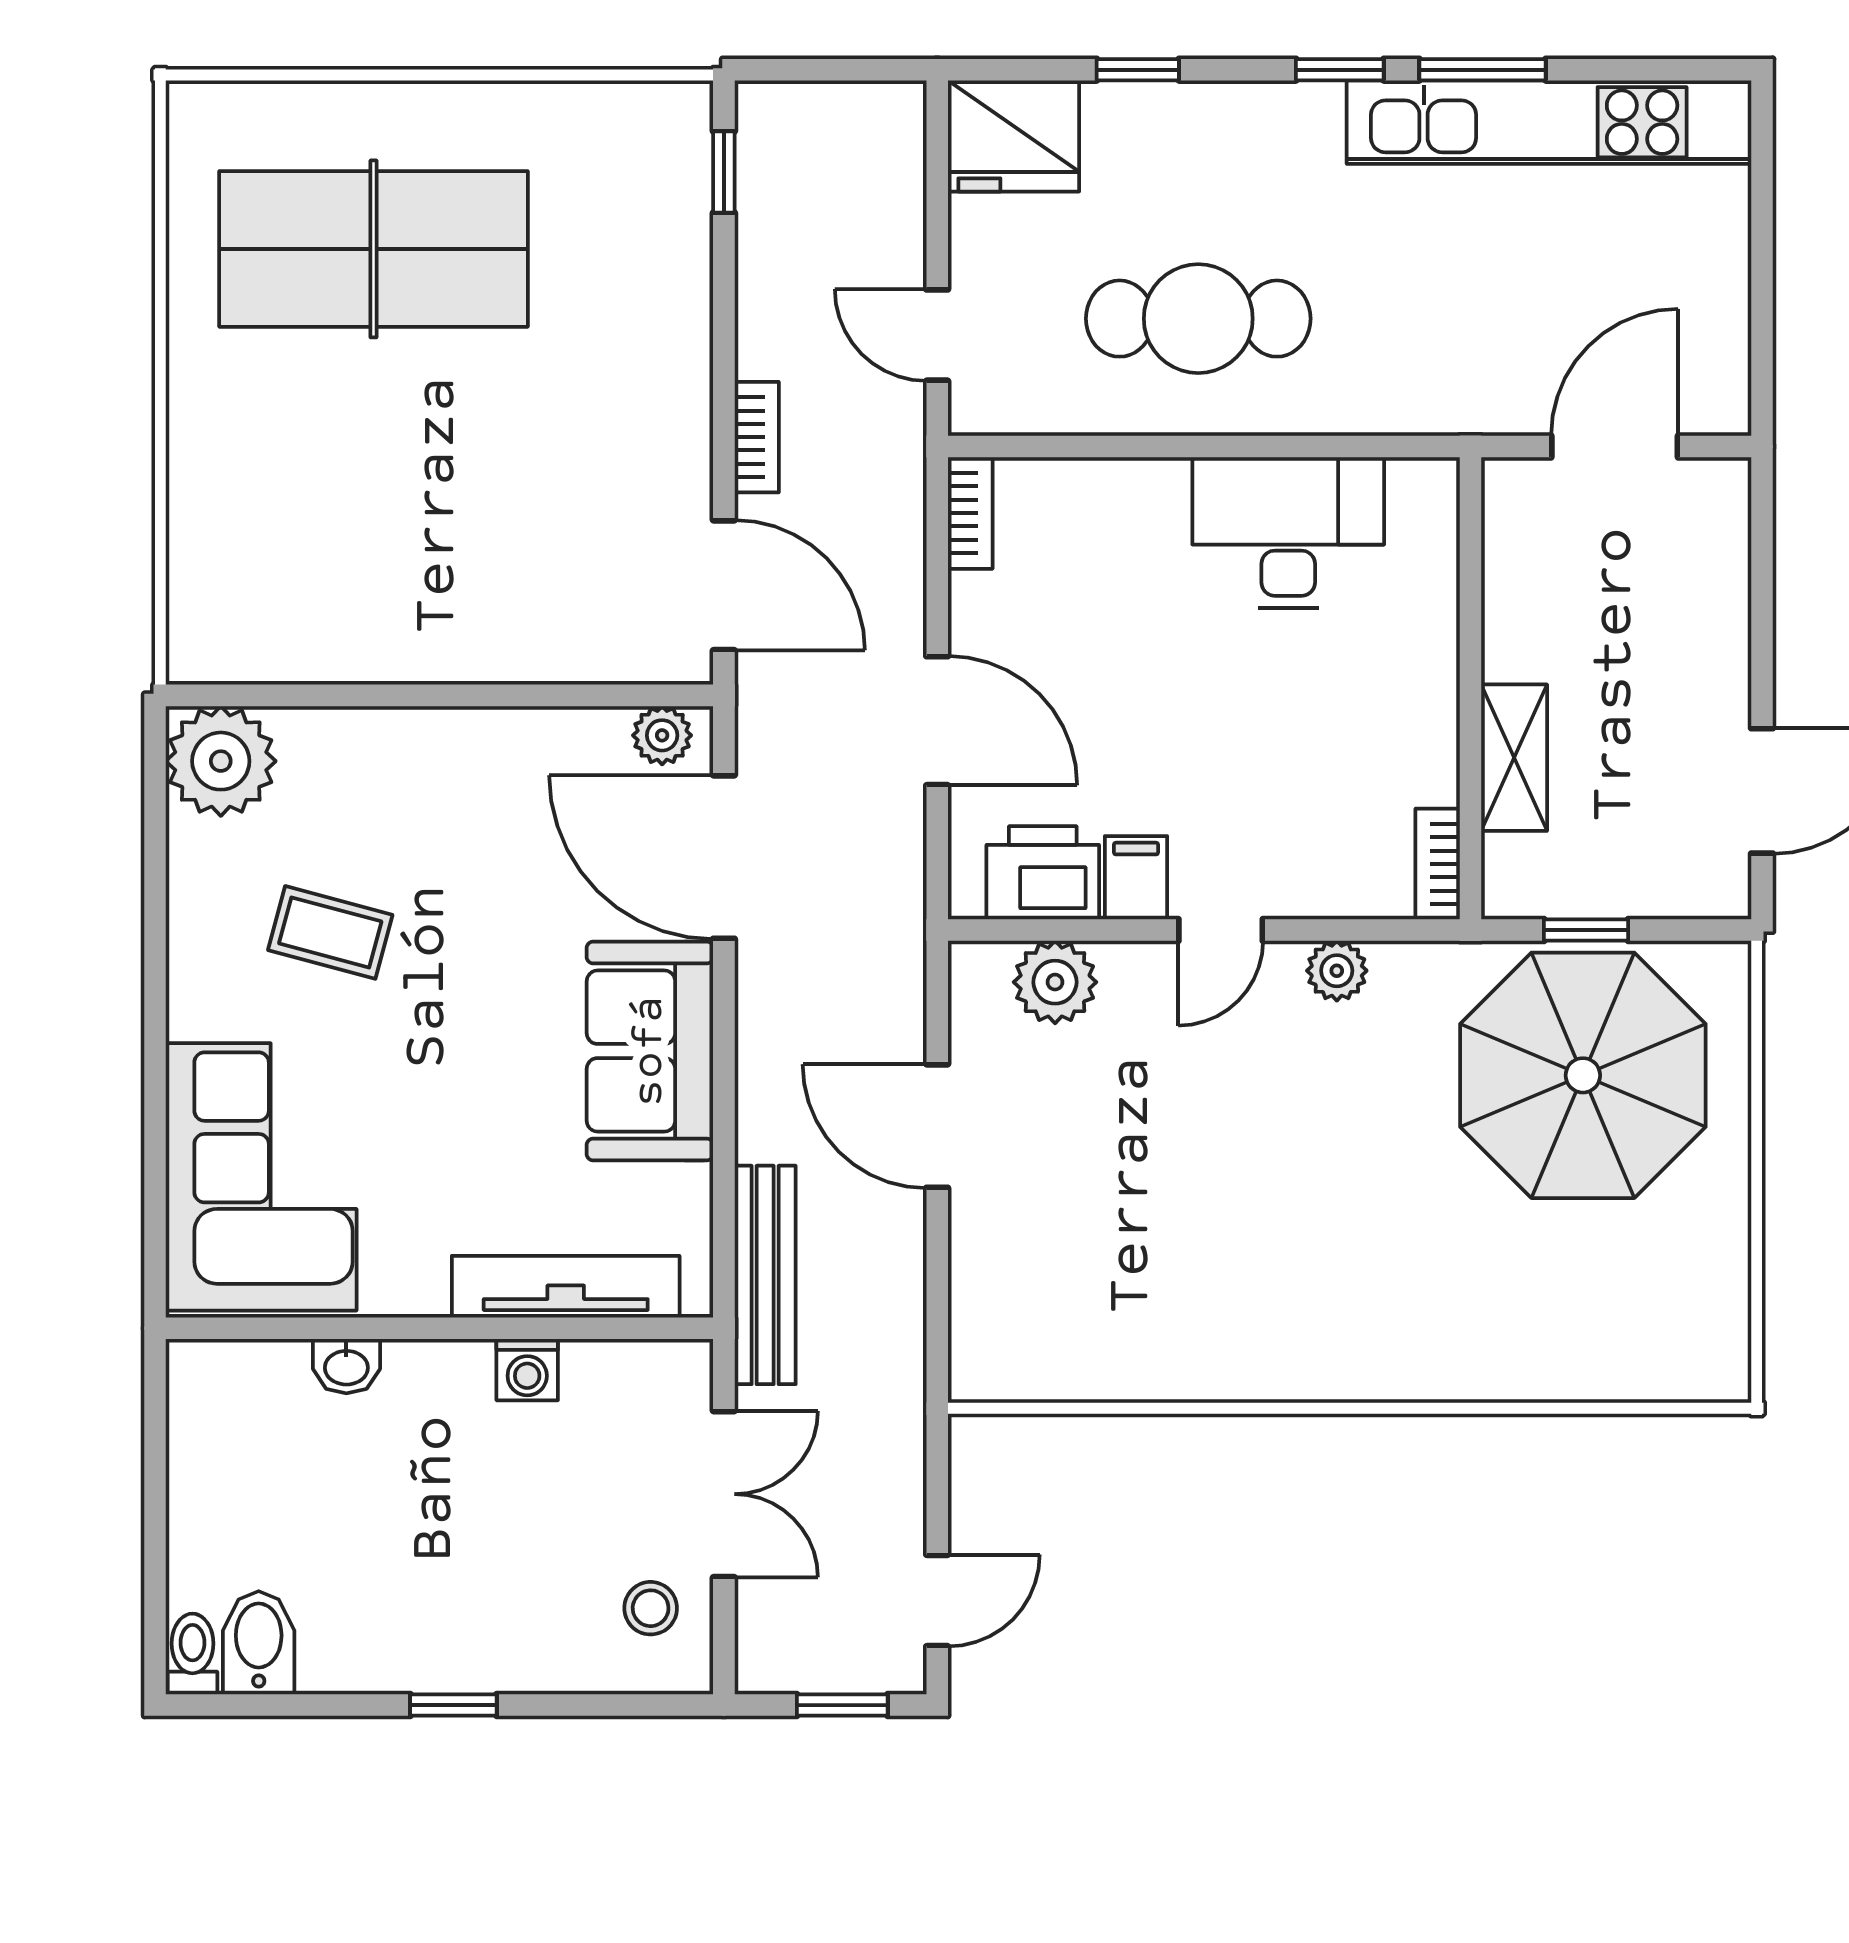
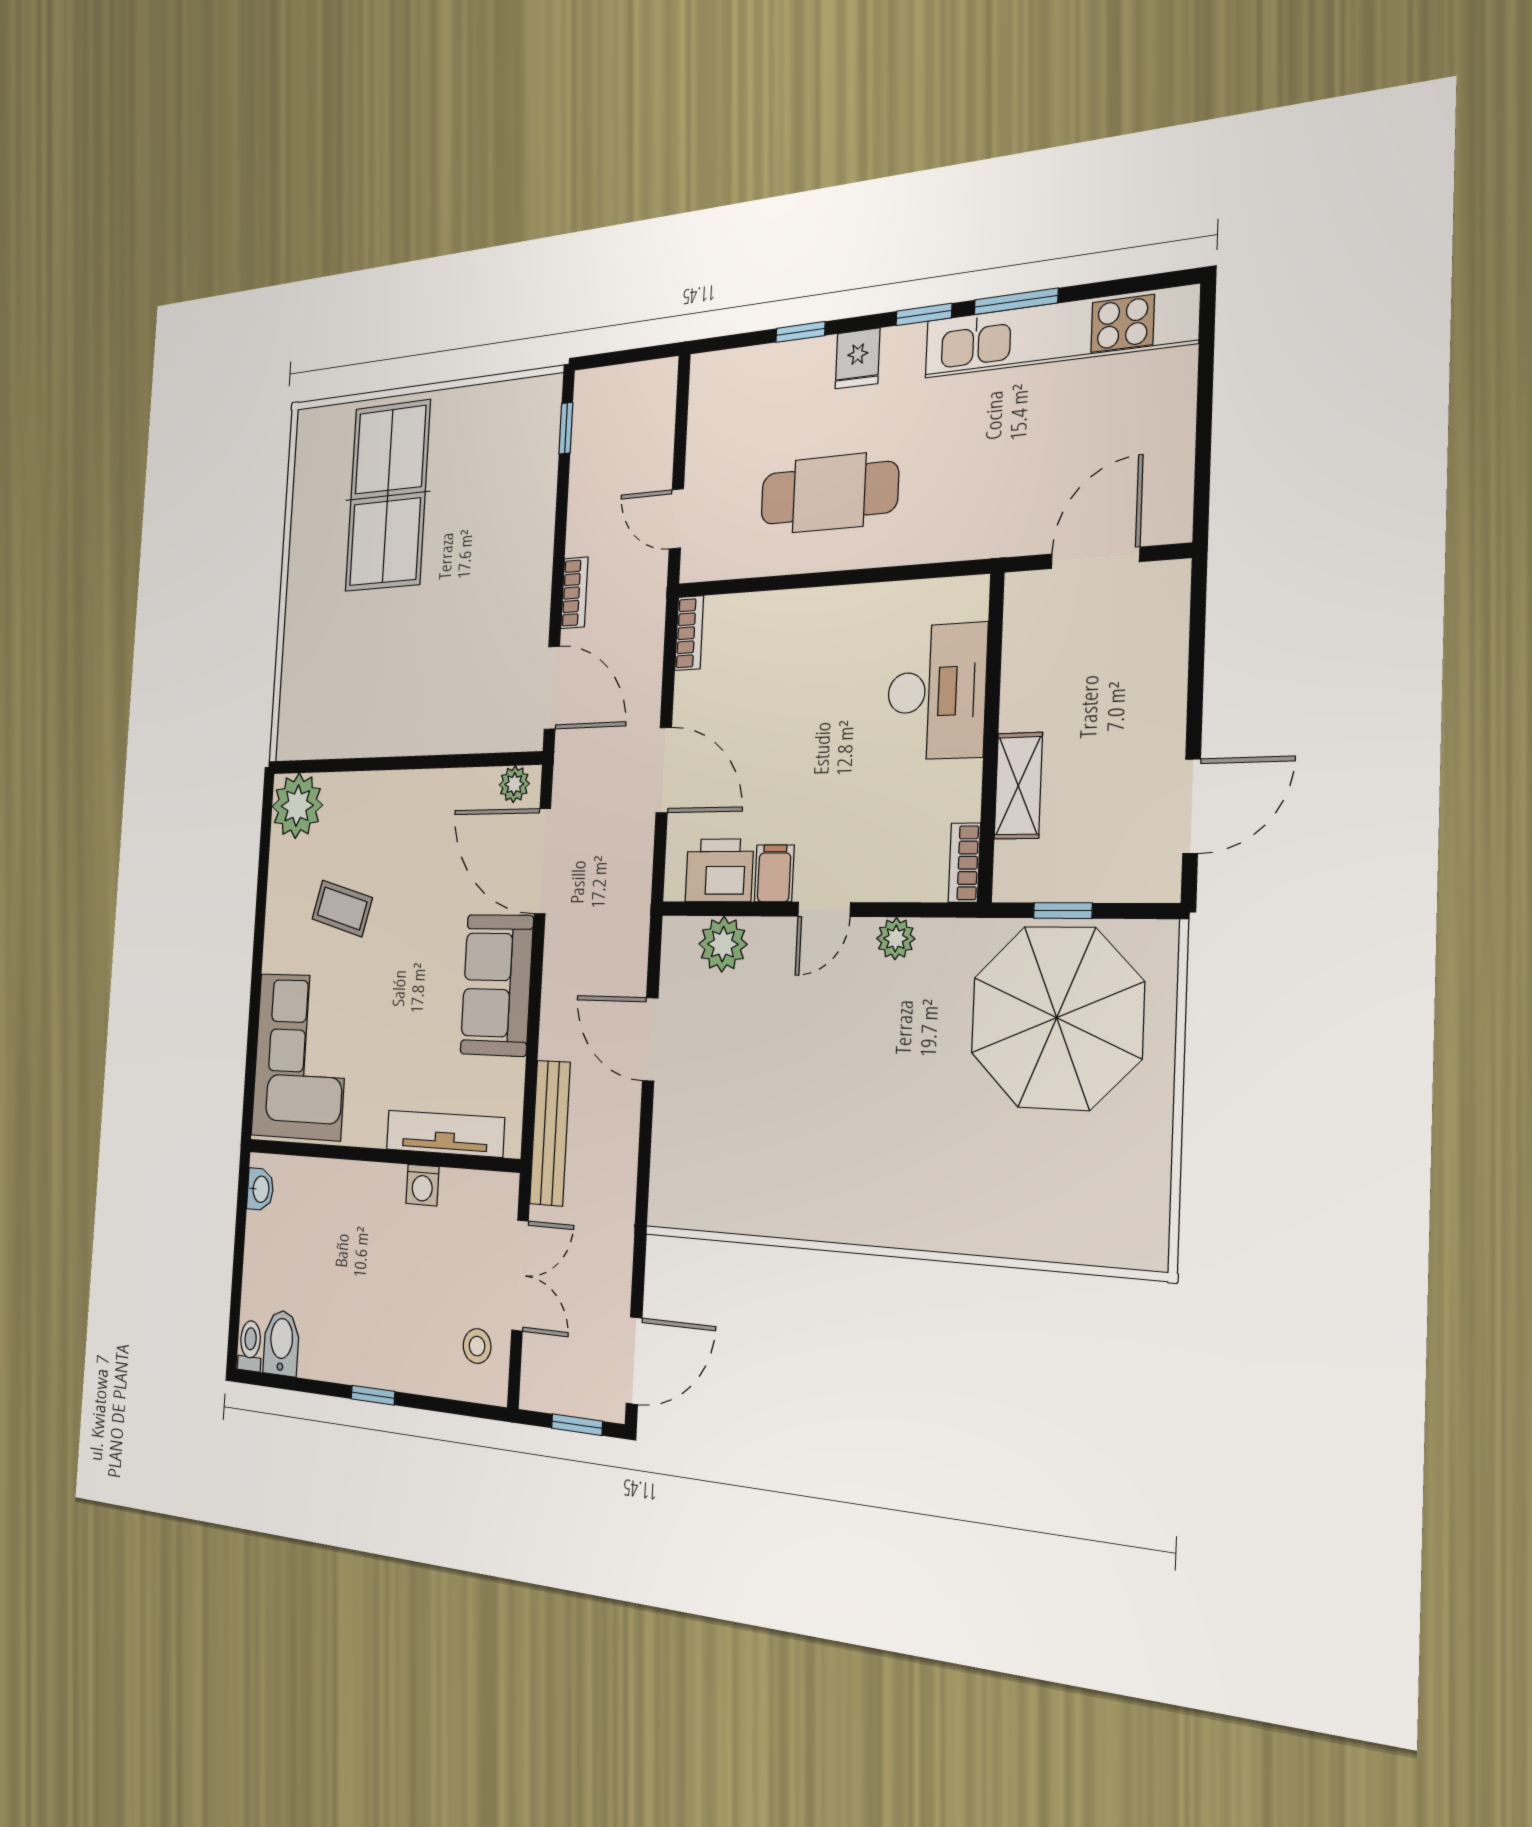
fridge: (1014, 136) -> (858, 358), moved, width x0.53, depth x0.75
table tennis table: (373, 249) -> (388, 496), turned 90
desk: (1288, 533) -> (937, 692), moved, turned 90
washbasin: (346, 1366) -> (260, 1189), moved, turned -90
door: (937, 1601) -> (634, 1361), width x1.38

